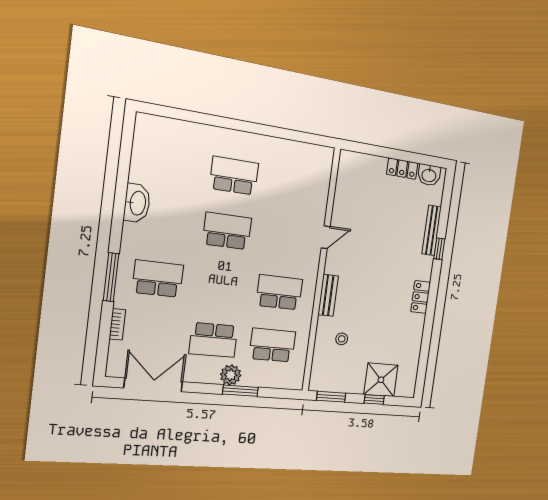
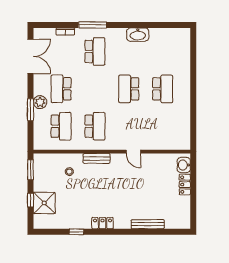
locker: (402, 169) -> (185, 185), moved
washbasin: (429, 175) -> (184, 165), moved
school desk: (227, 231) -> (129, 89), turned 180
window: (439, 249) -> (76, 232), moved

